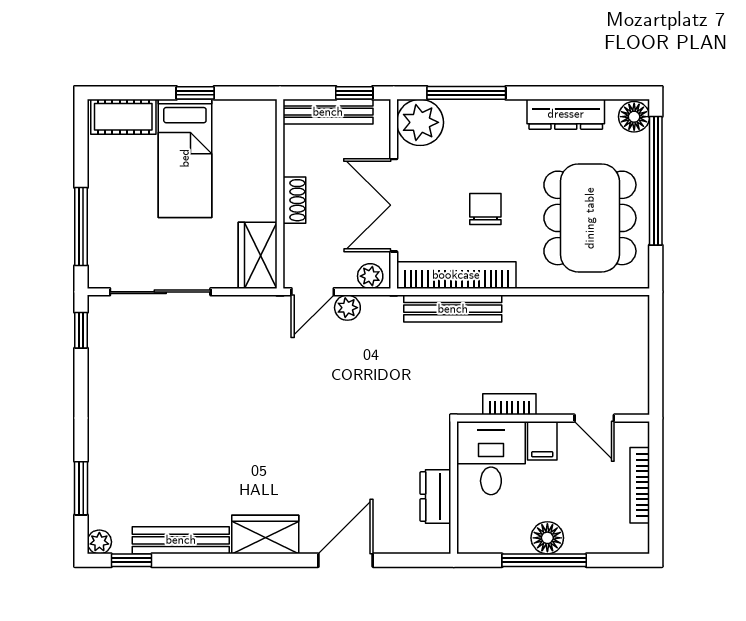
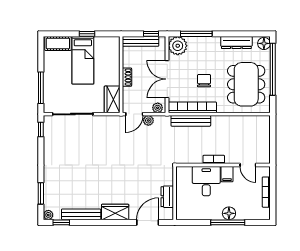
wall: (454, 488) -> (175, 193), moved
dresser: (435, 497) -> (167, 197), moved

